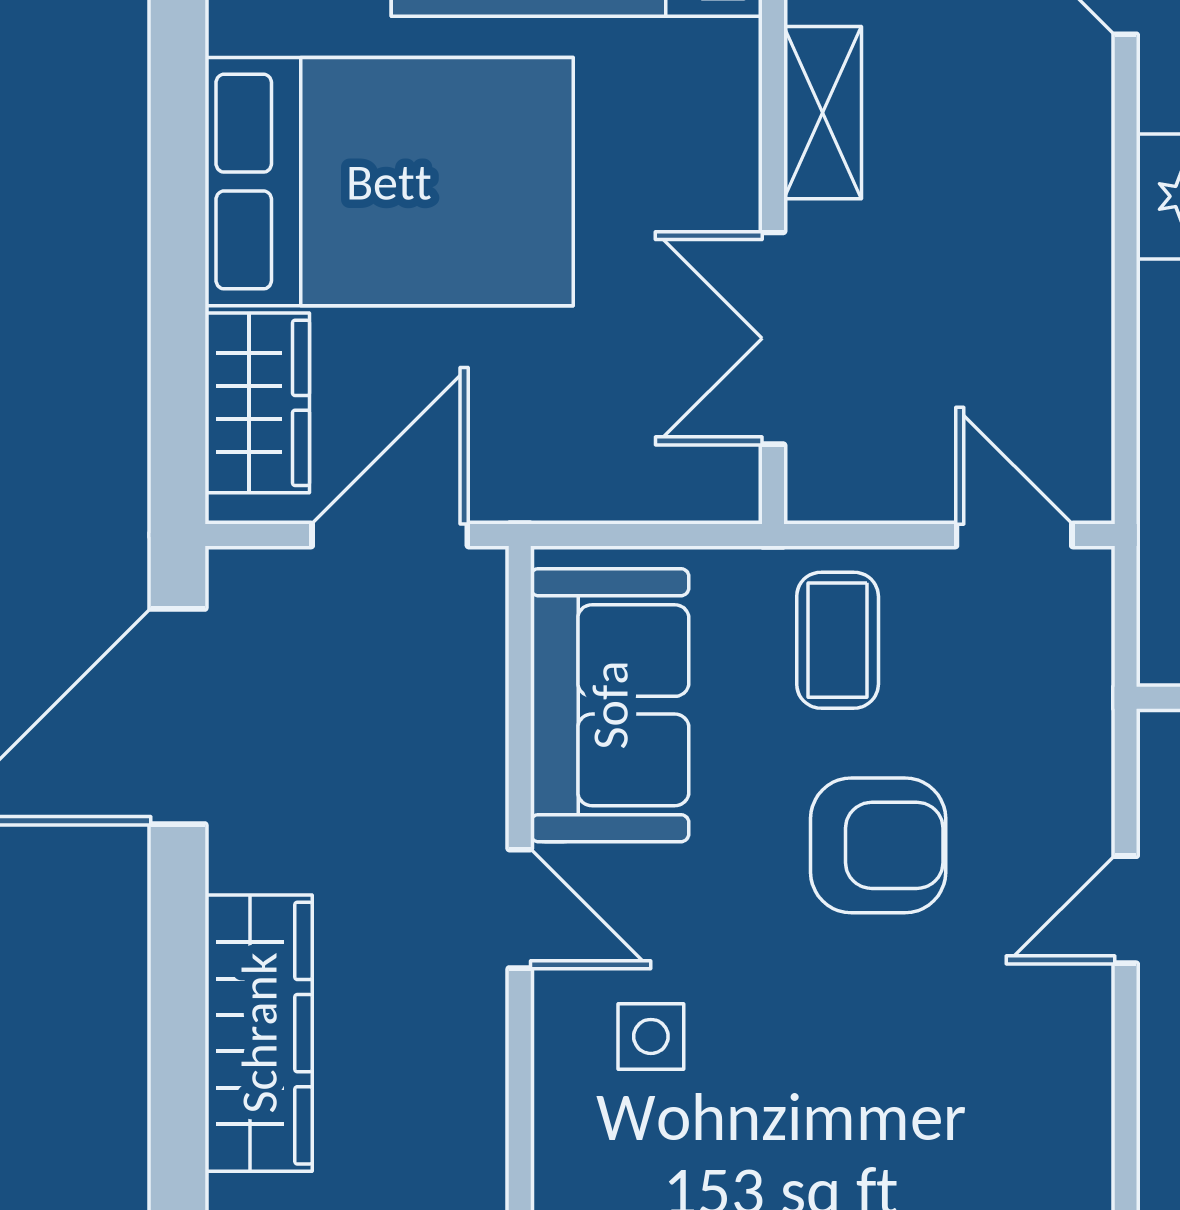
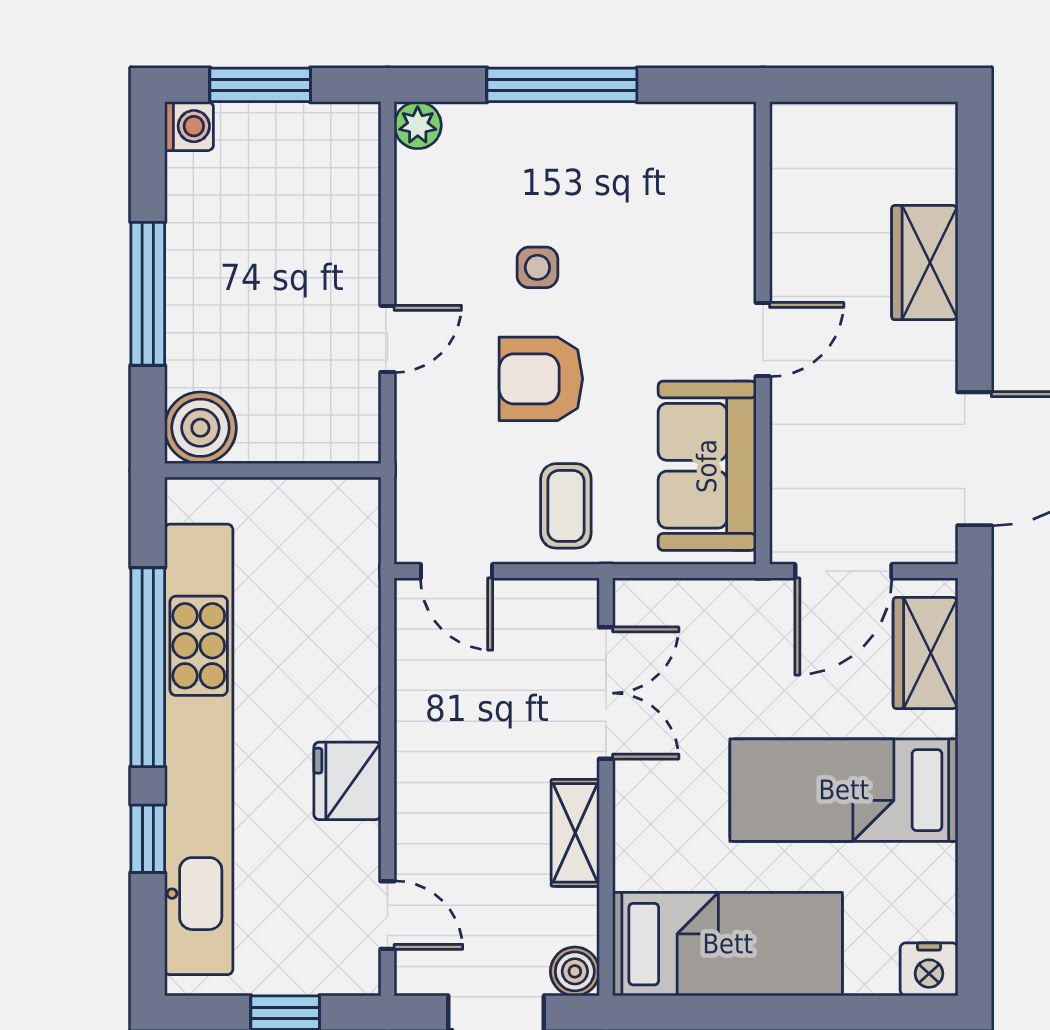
bed: (389, 182) -> (844, 790), width x0.67
door: (520, 909) -> (763, 340), swing flipped
wardrobe: (259, 1033) -> (925, 263), width x0.67
side table: (651, 1036) -> (537, 267), moved

